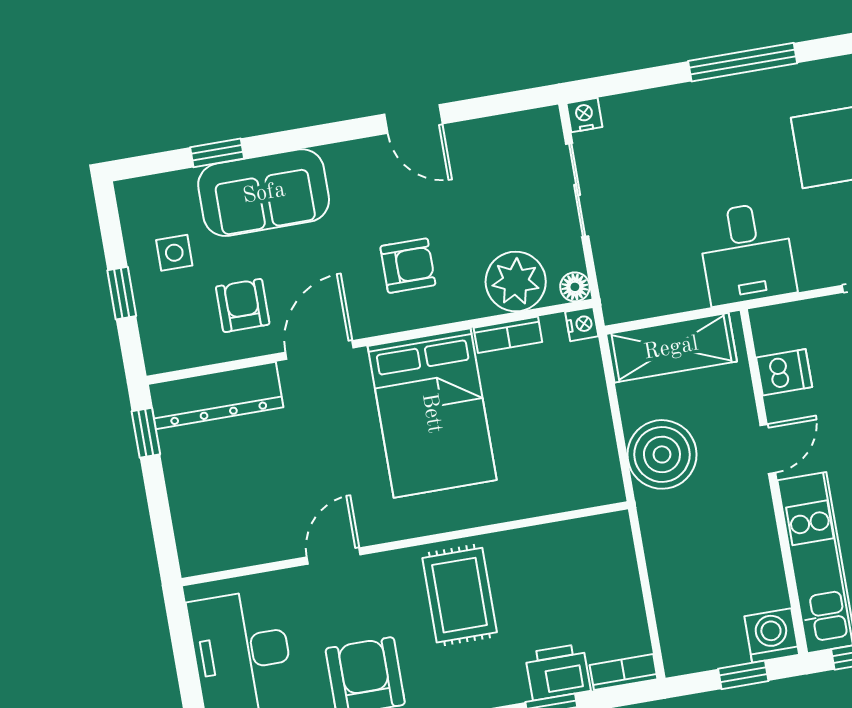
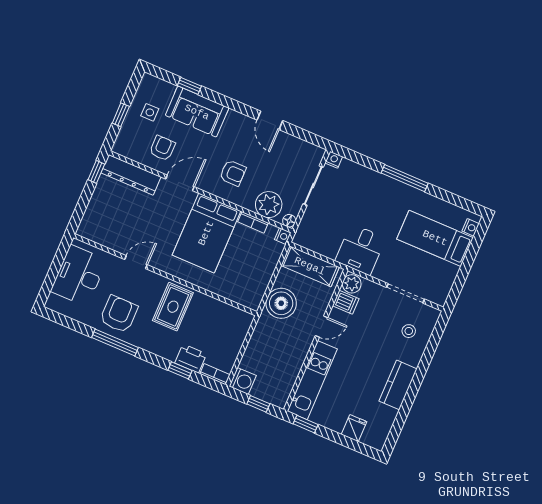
plant: (773, 330) -> (352, 284), added
washing machine: (772, 635) -> (243, 381), moved, turned 90

